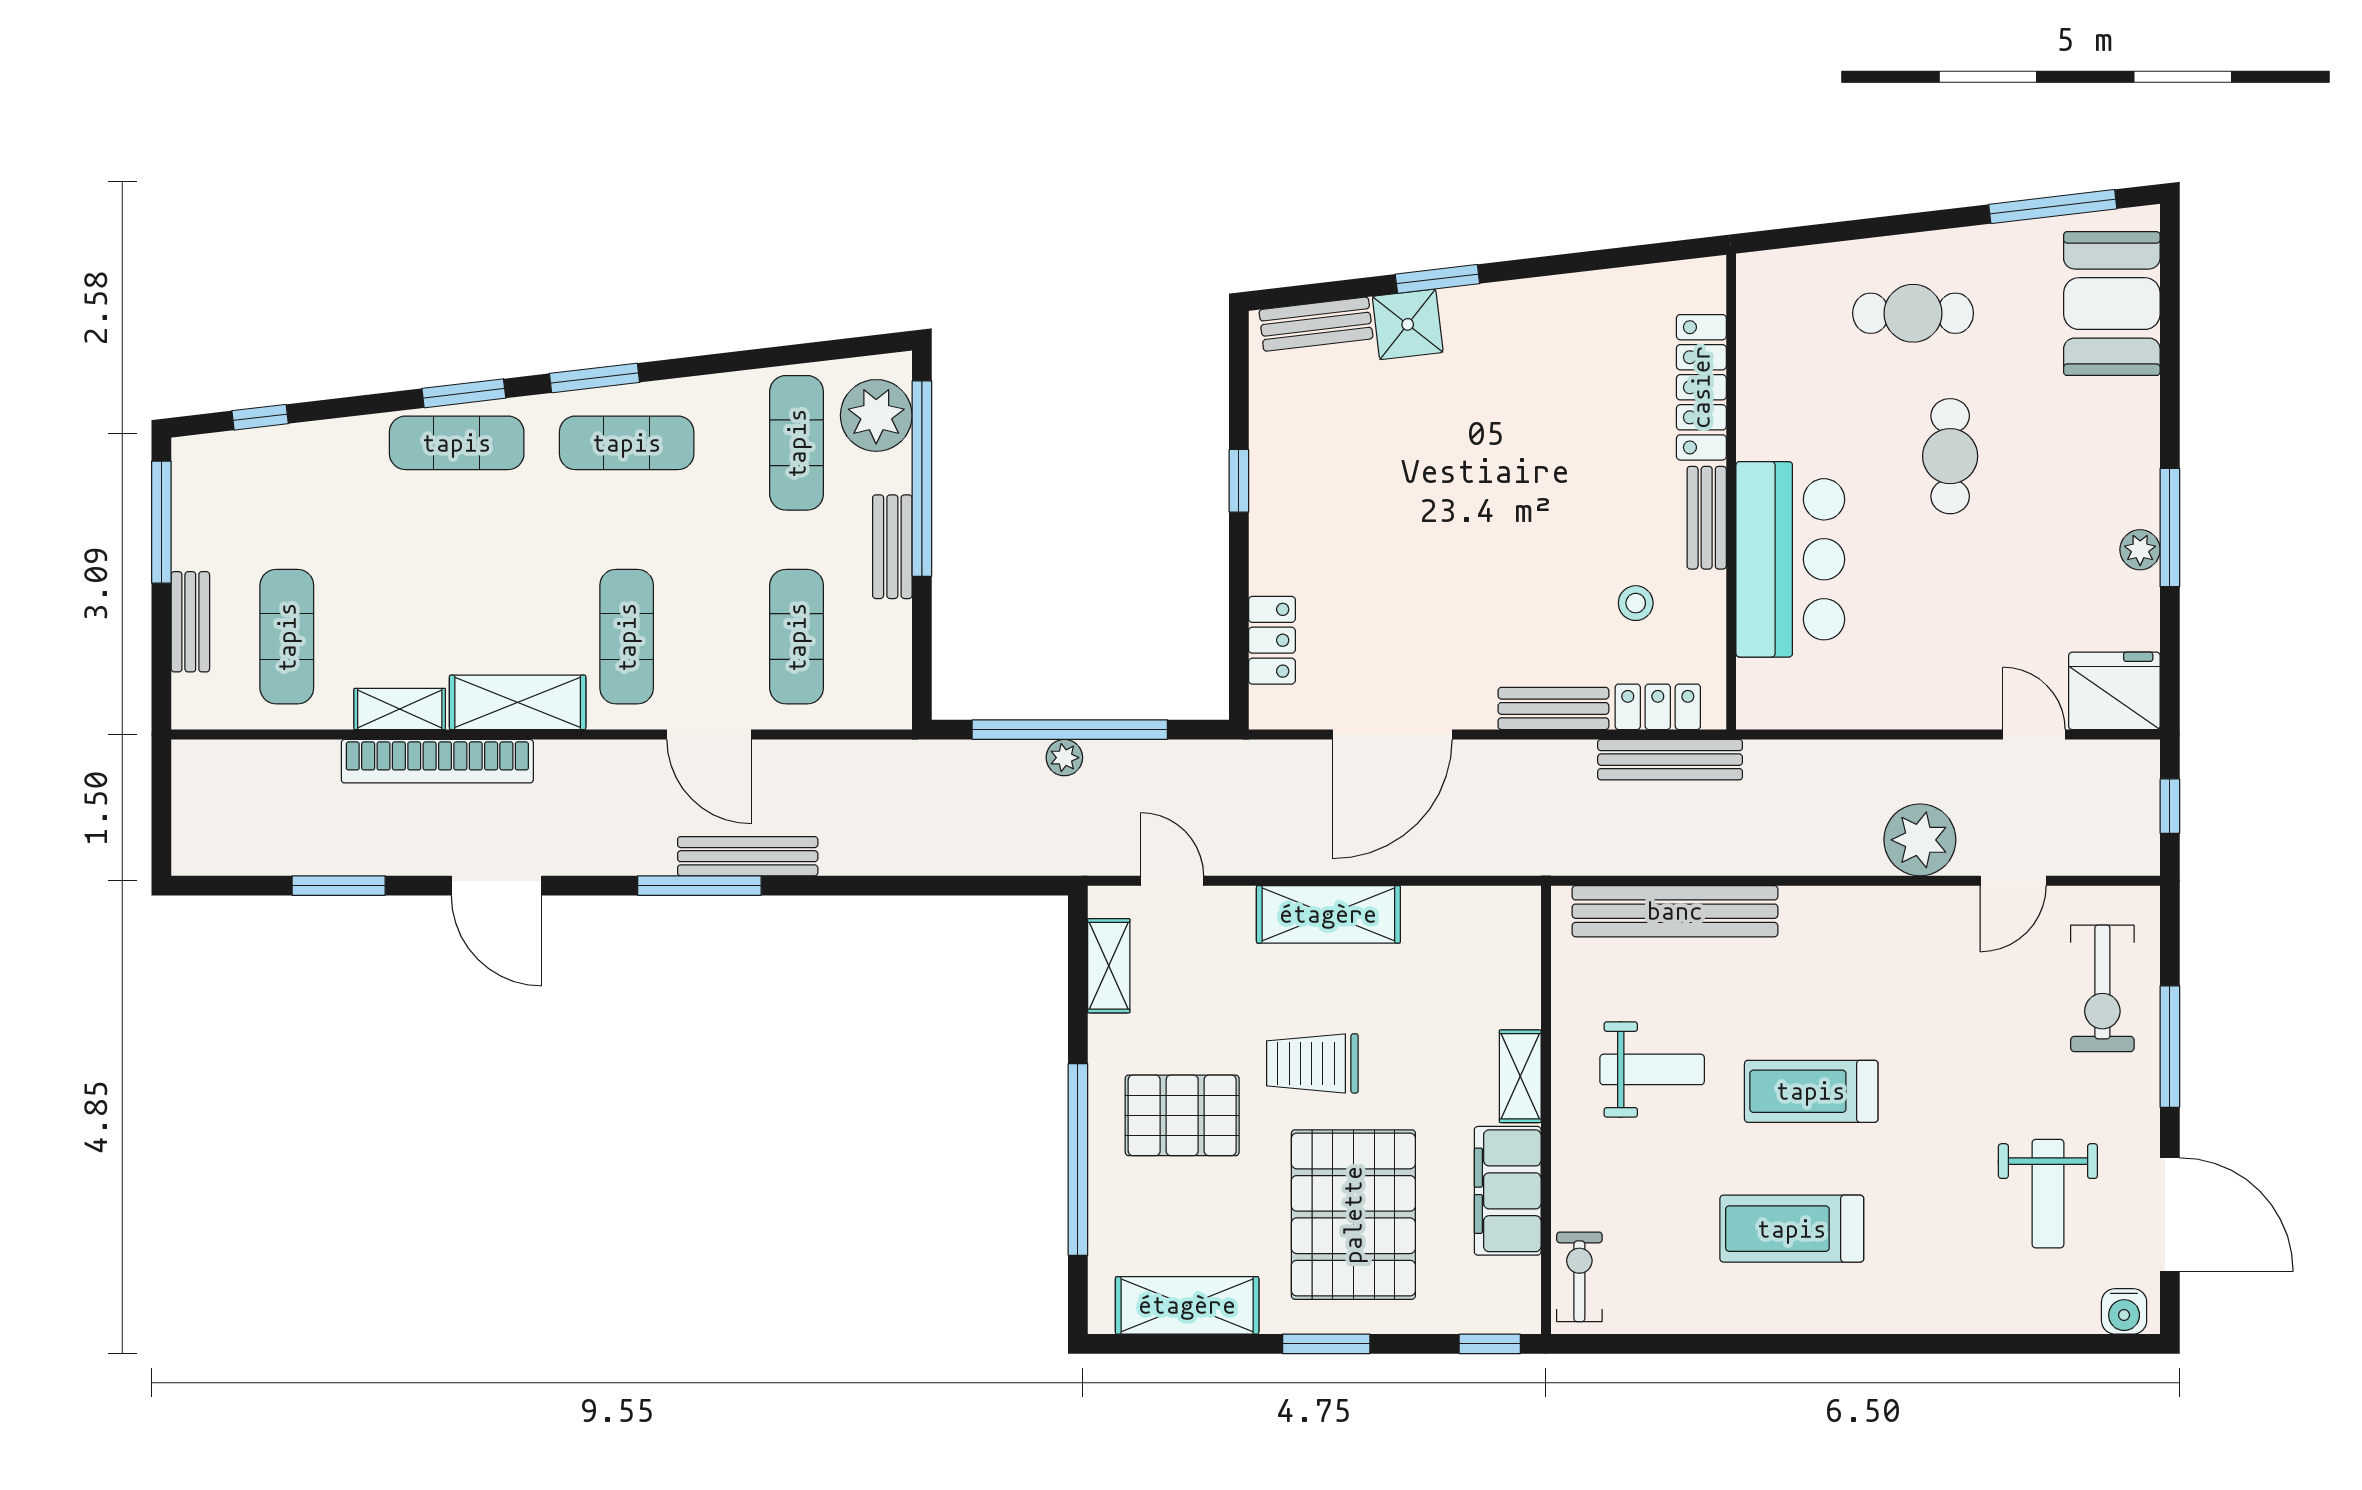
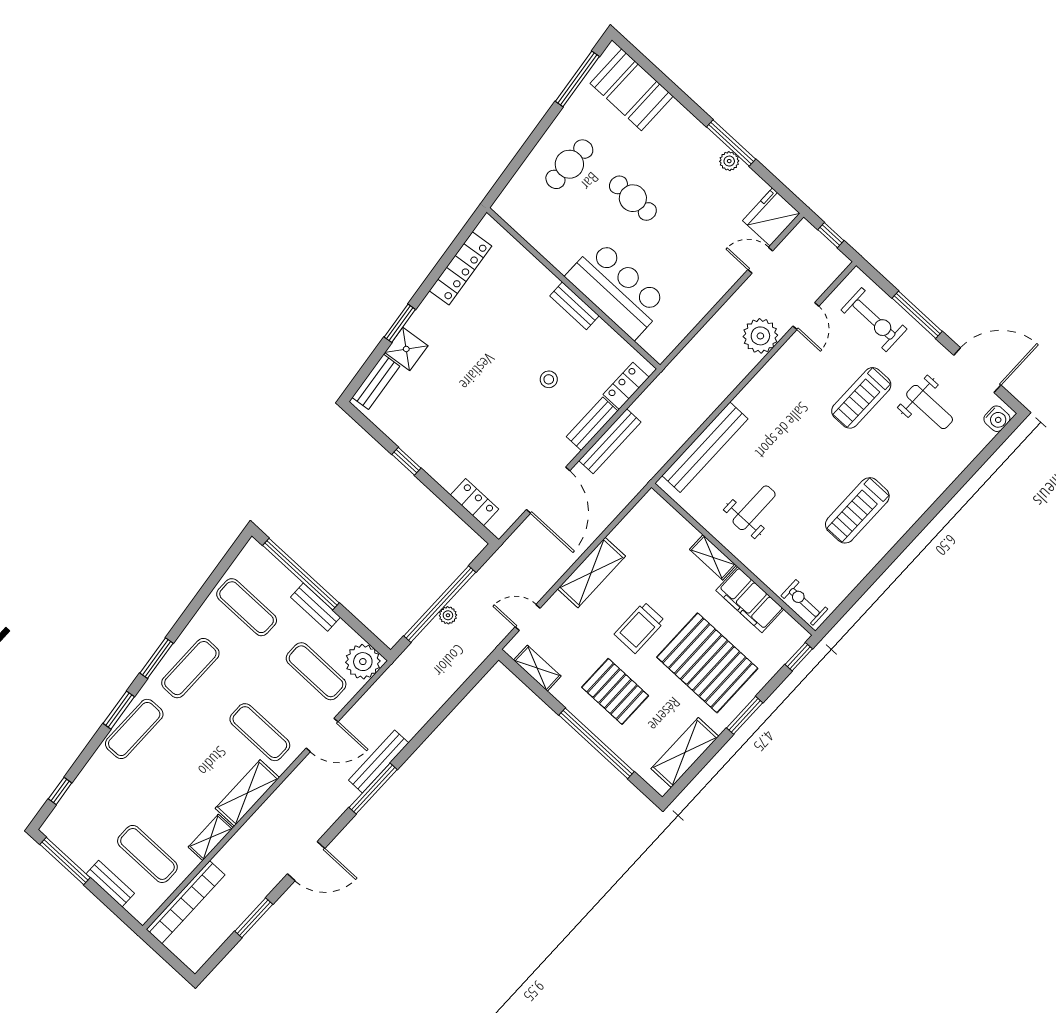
locker: (1701, 387) -> (461, 268), moved, turned -97
plant: (876, 415) -> (363, 662), moved
stool: (1636, 603) -> (549, 379), moved
bench: (1670, 760) -> (610, 441), moved
bookcase: (437, 761) -> (186, 902), moved
treadmill: (1811, 1091) -> (861, 398), moved
pallet: (1182, 1115) -> (615, 691), turned 90

